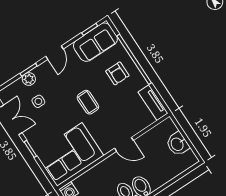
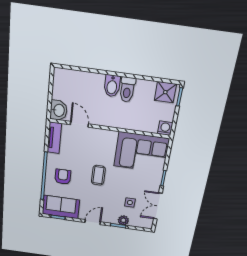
door: (124, 144) -> (79, 124), moved
washbasin: (178, 144) -> (59, 110), moved

